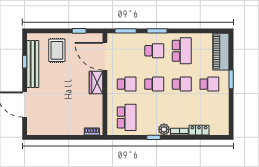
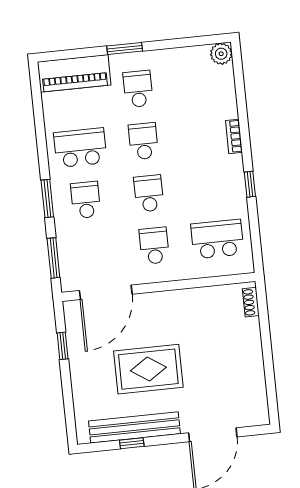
rug: (57, 50) -> (148, 369), moved, width x1.36, depth x1.43
wardrobe: (96, 83) -> (157, 304), removed
plant: (164, 129) -> (221, 54), moved
locker: (199, 130) -> (227, 100), removed

